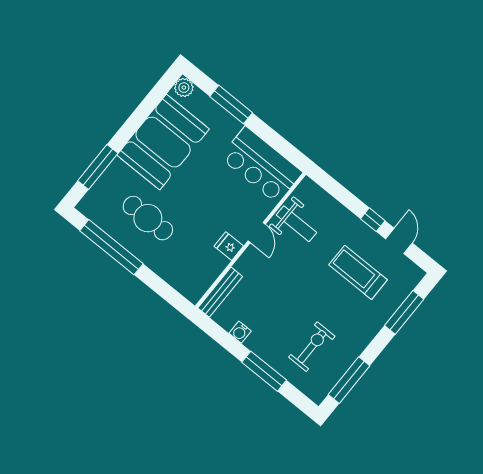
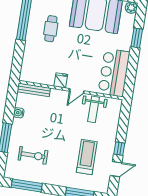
window: (231, 105) -> (137, 38), width x0.69
cafe table: (148, 218) -> (51, 29), width x0.73, depth x0.74

